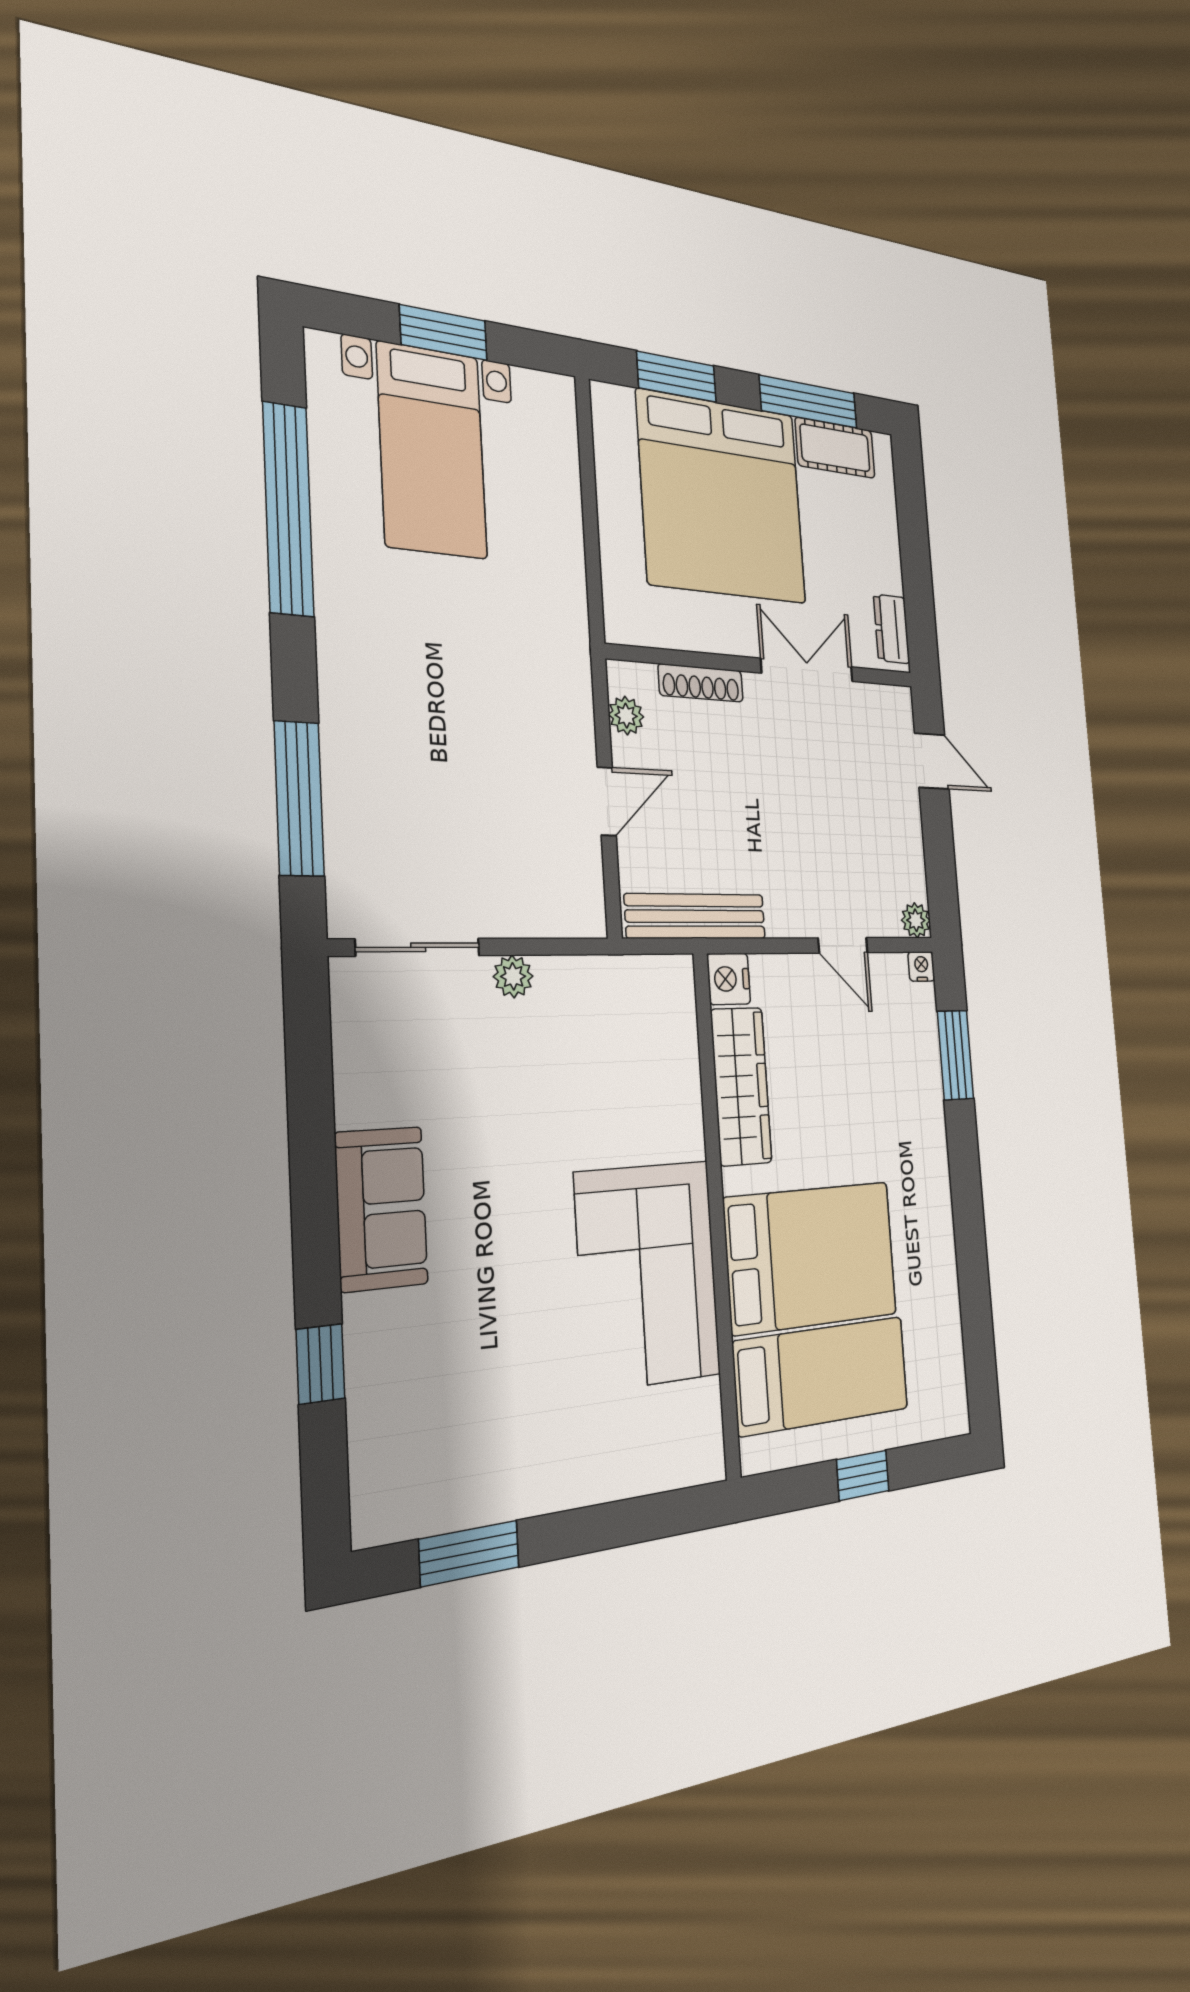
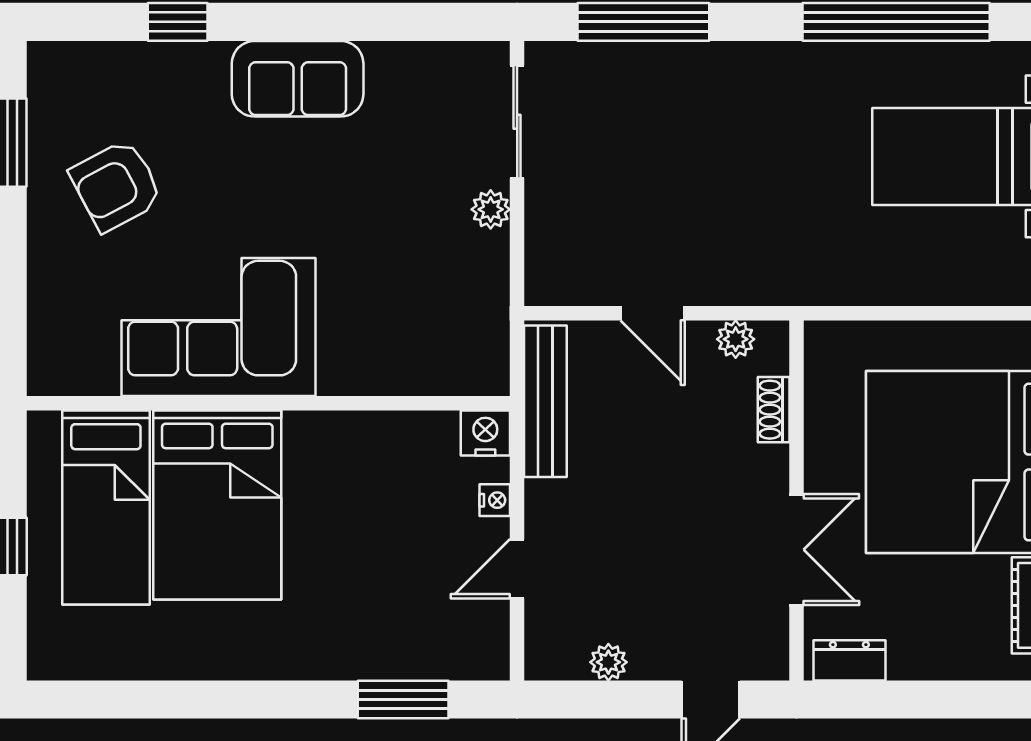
shoe rack: (701, 683) -> (774, 410), width x0.70
plant: (916, 920) -> (608, 662), moved
nightstand: (921, 967) -> (495, 500), moved
wardrobe: (741, 1086) -> (383, 439), removed
armchair: (510, 1413) -> (116, 185), added

